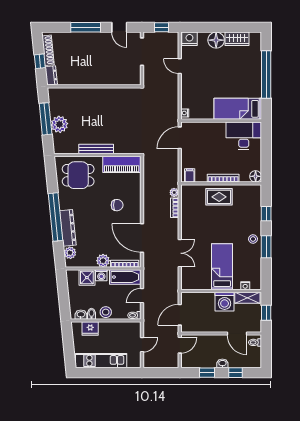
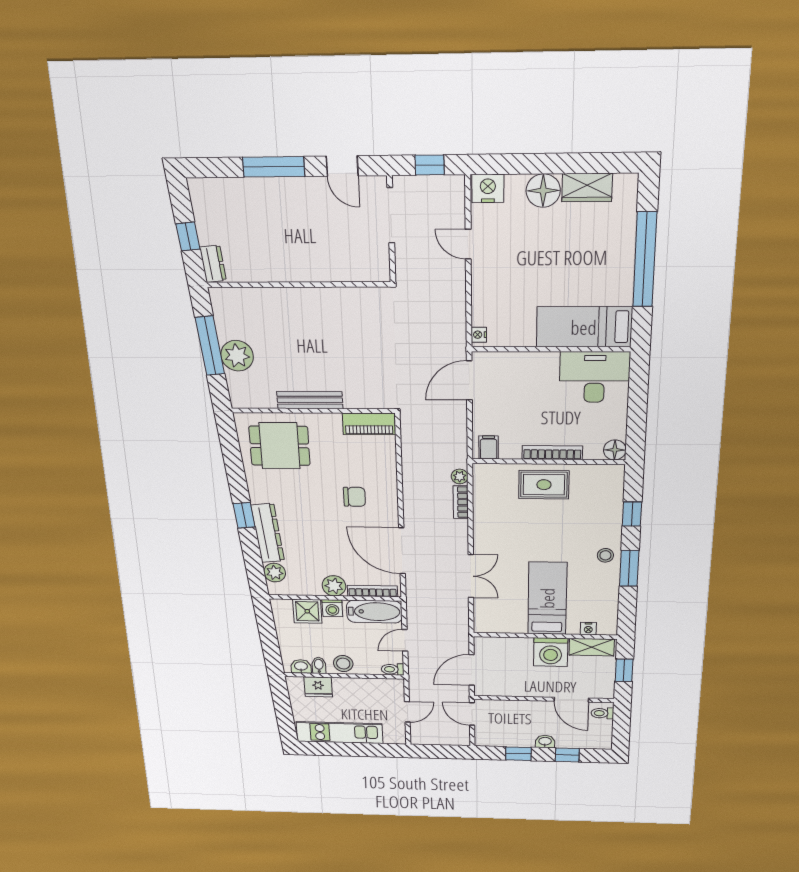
shoe rack: (48, 50) -> (202, 214), removed
piano: (122, 164) -> (369, 424), width x0.73, depth x0.75
window: (56, 217) -> (244, 515), width x0.32
door: (180, 345) -> (472, 714), swing flipped

